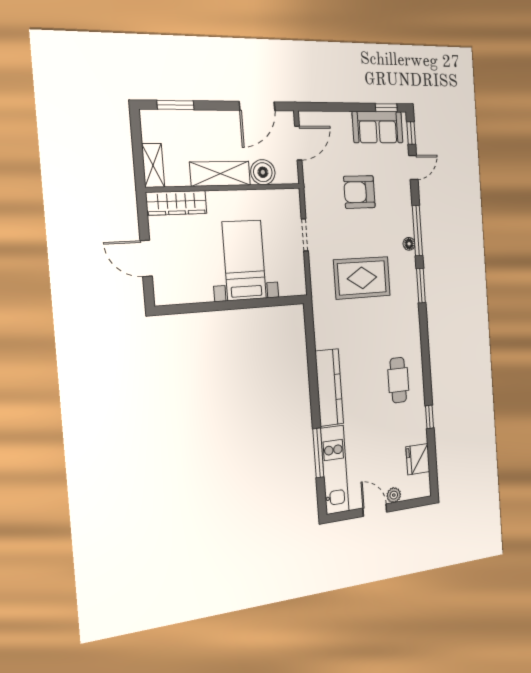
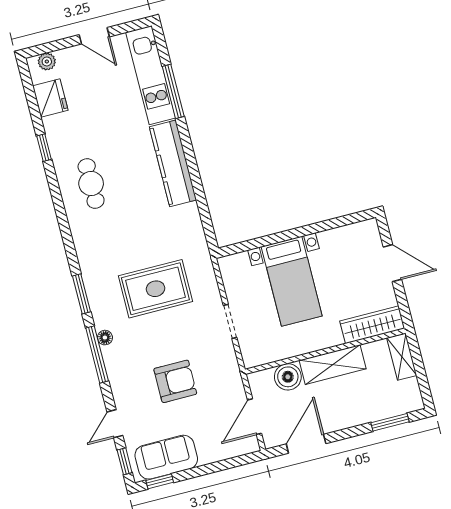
plant: (394, 495) -> (47, 61), moved

